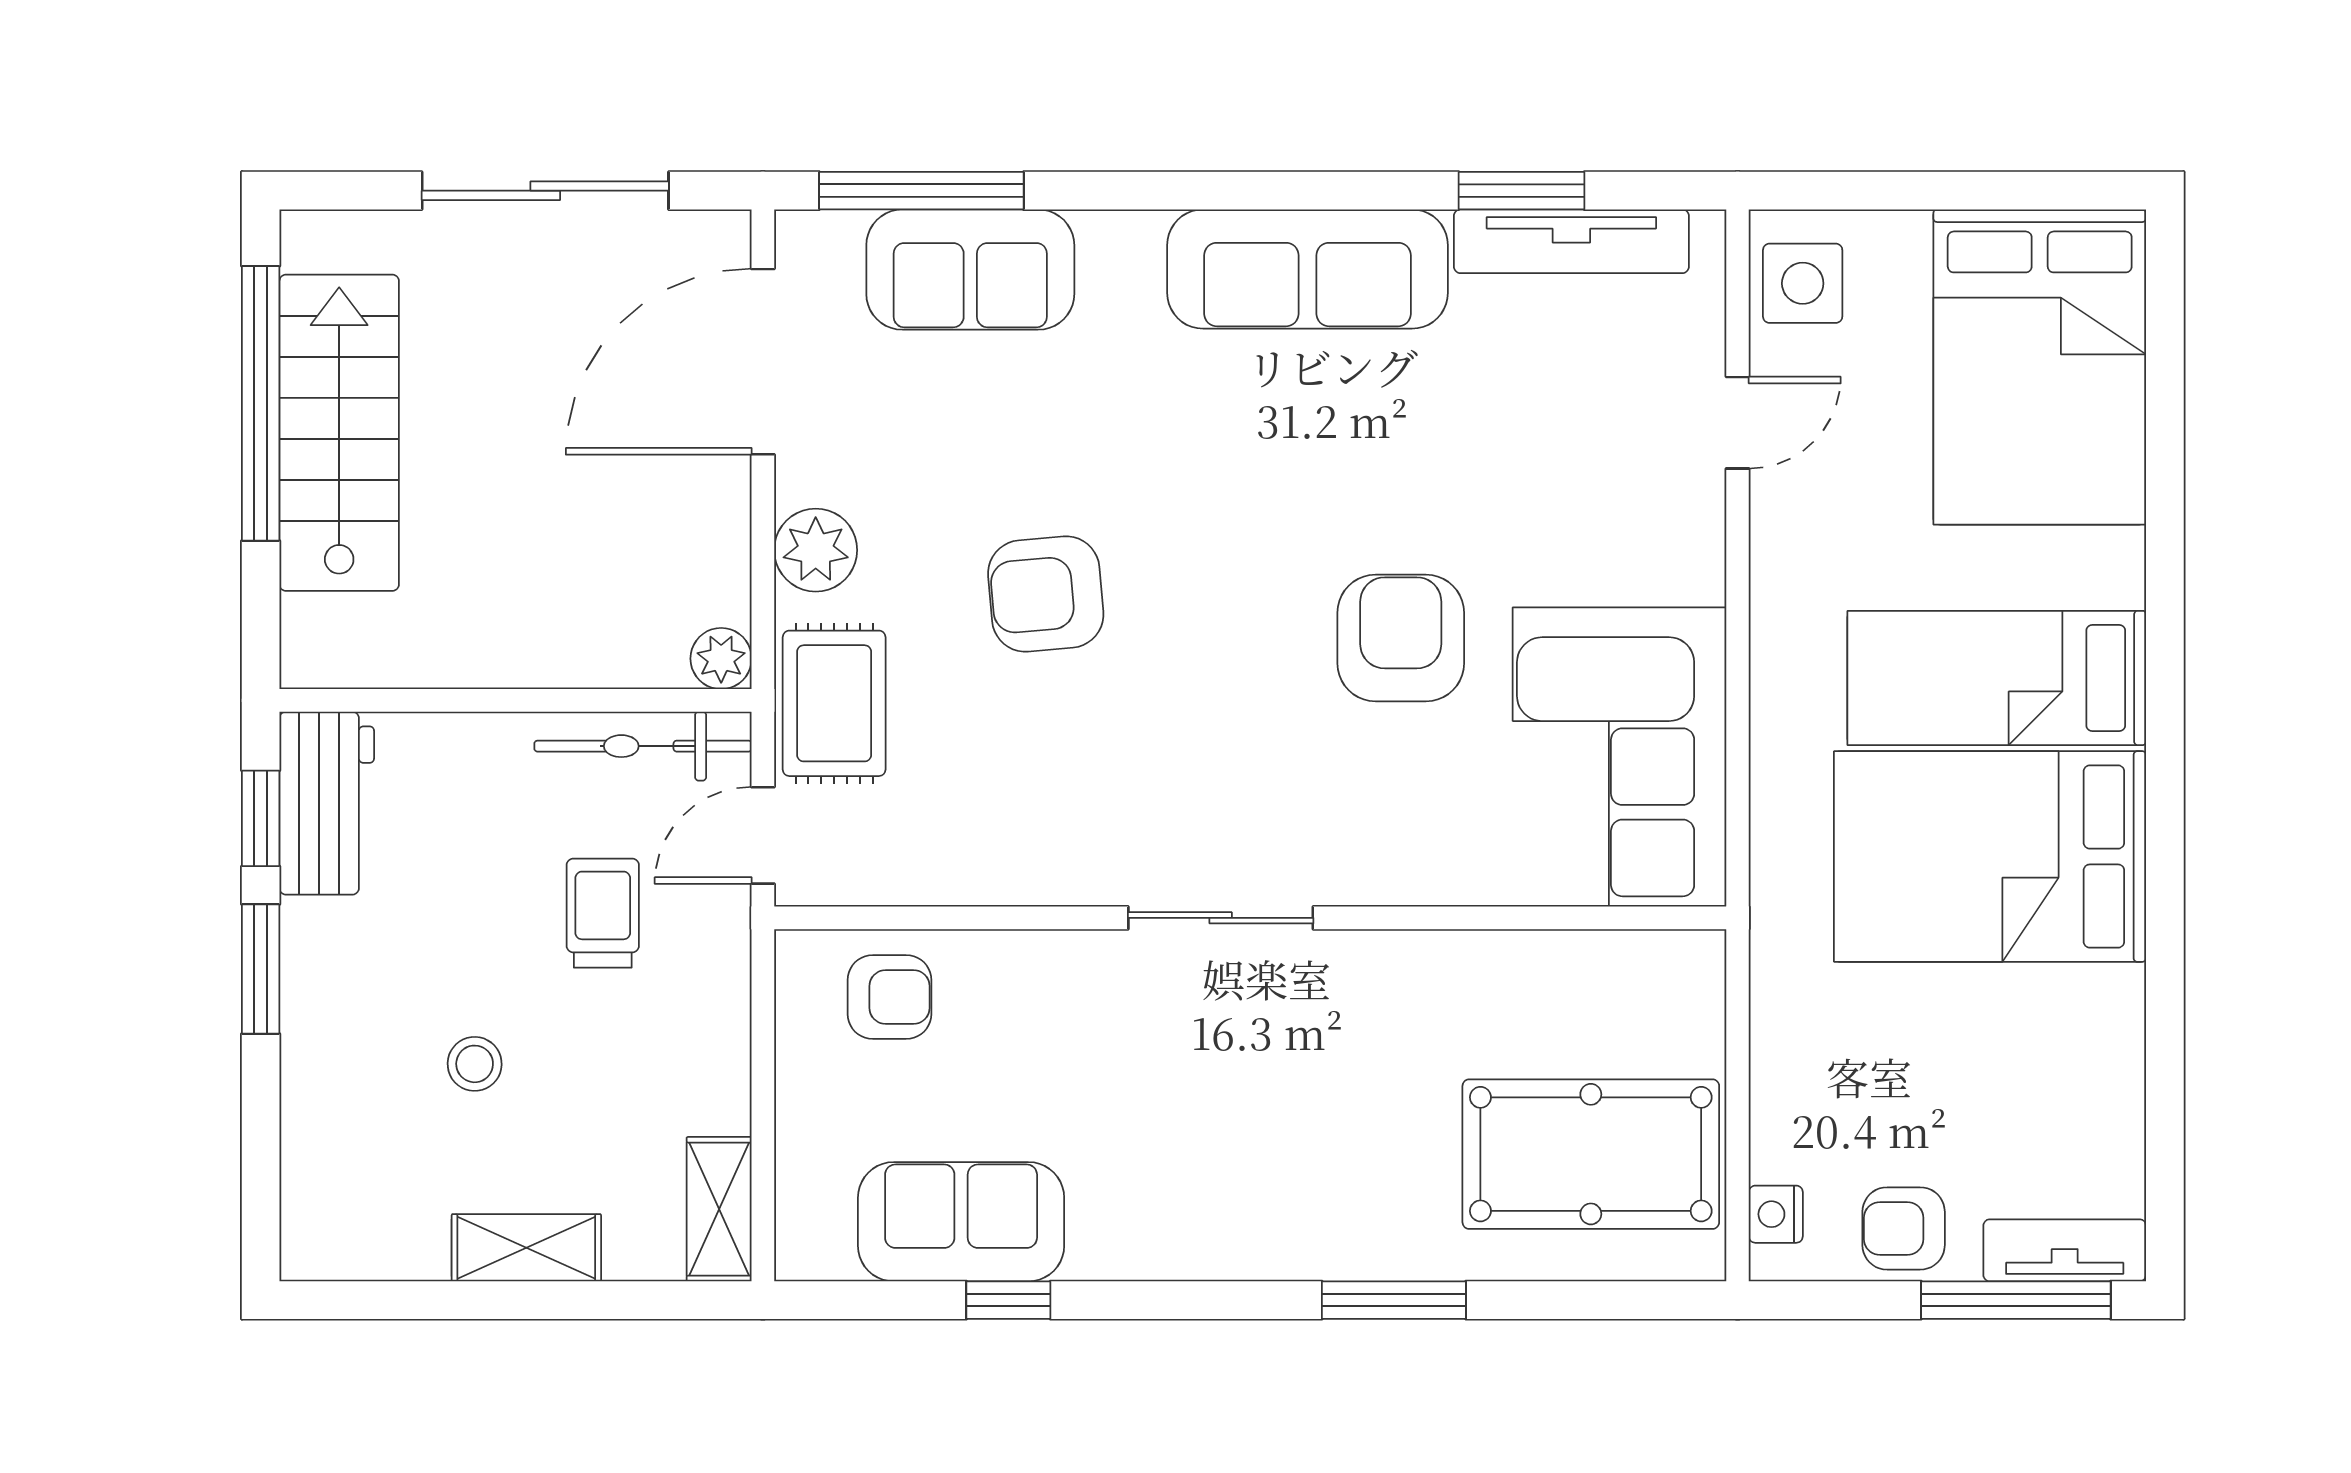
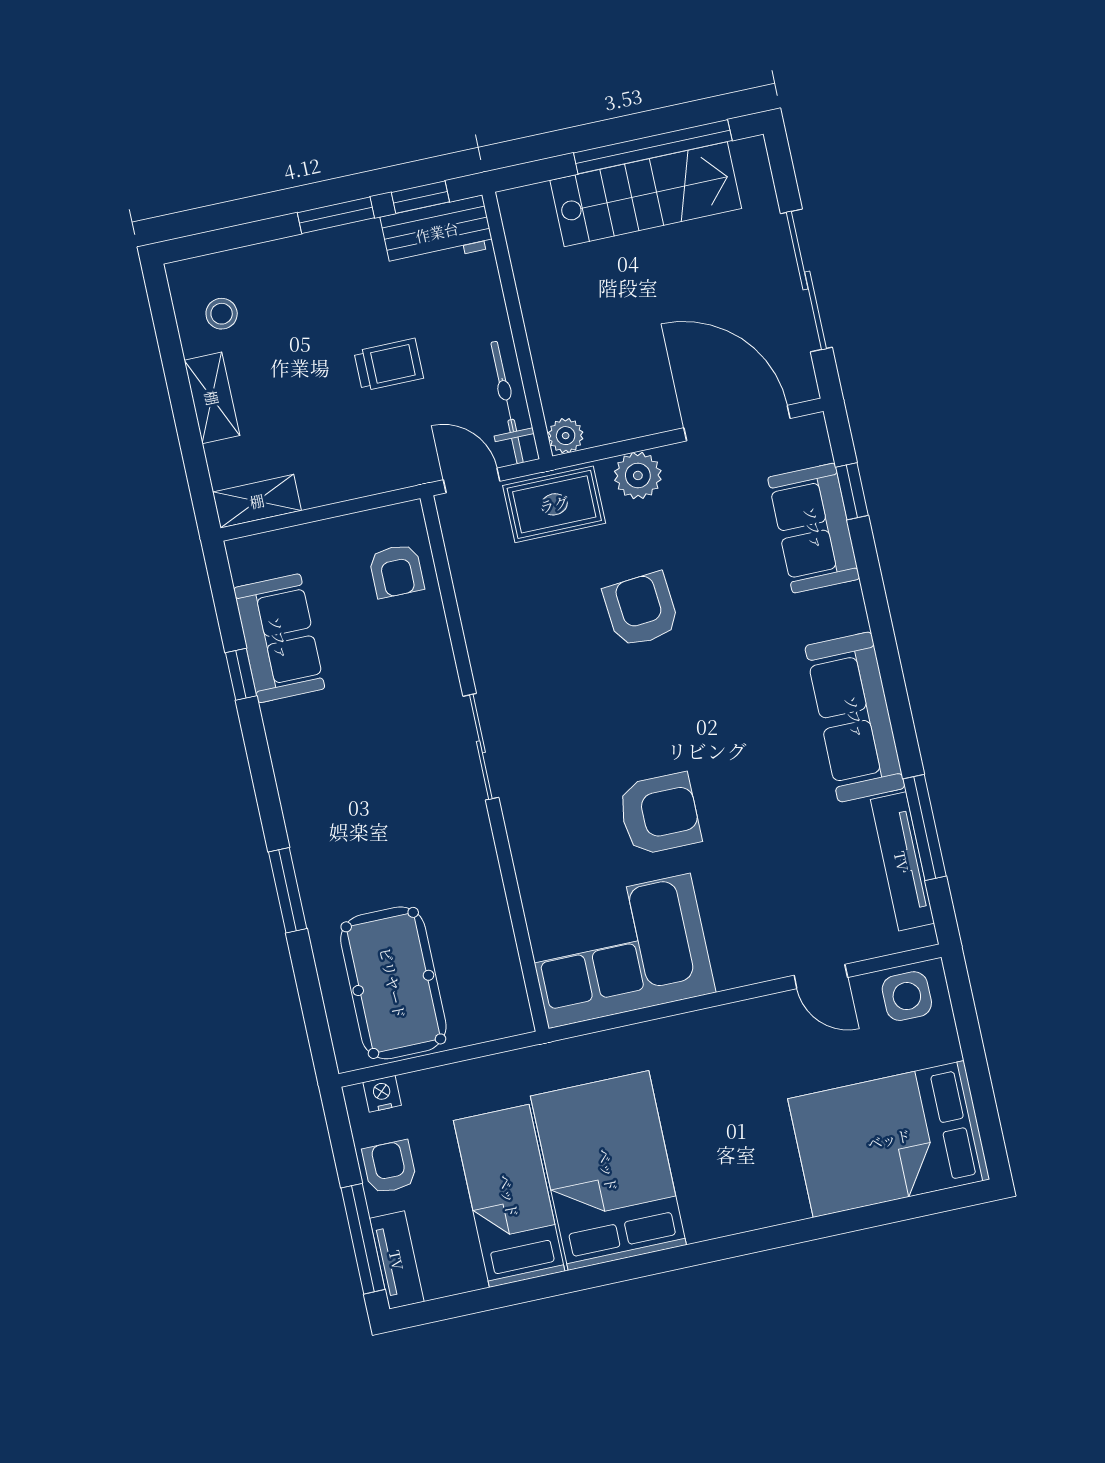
window: (921, 191) -> (852, 491), width x0.46
window: (1522, 191) -> (925, 827), width x1.44
bed: (1997, 678) -> (509, 1196), moved
trolley: (603, 913) -> (389, 365), moved
stool: (475, 1064) -> (222, 314), moved

